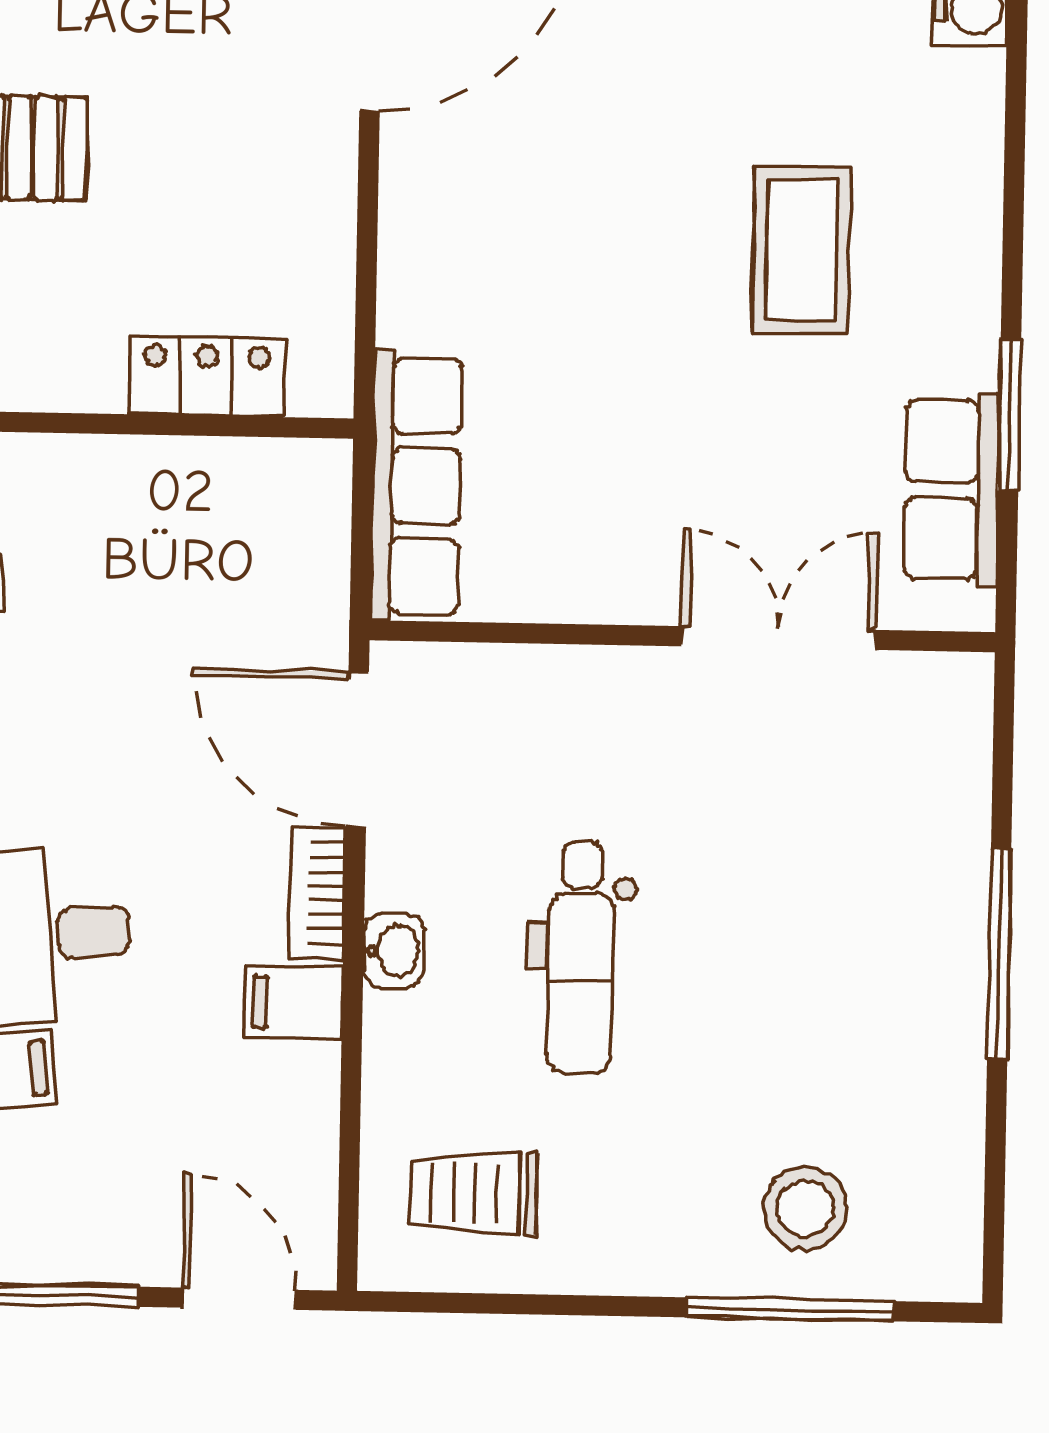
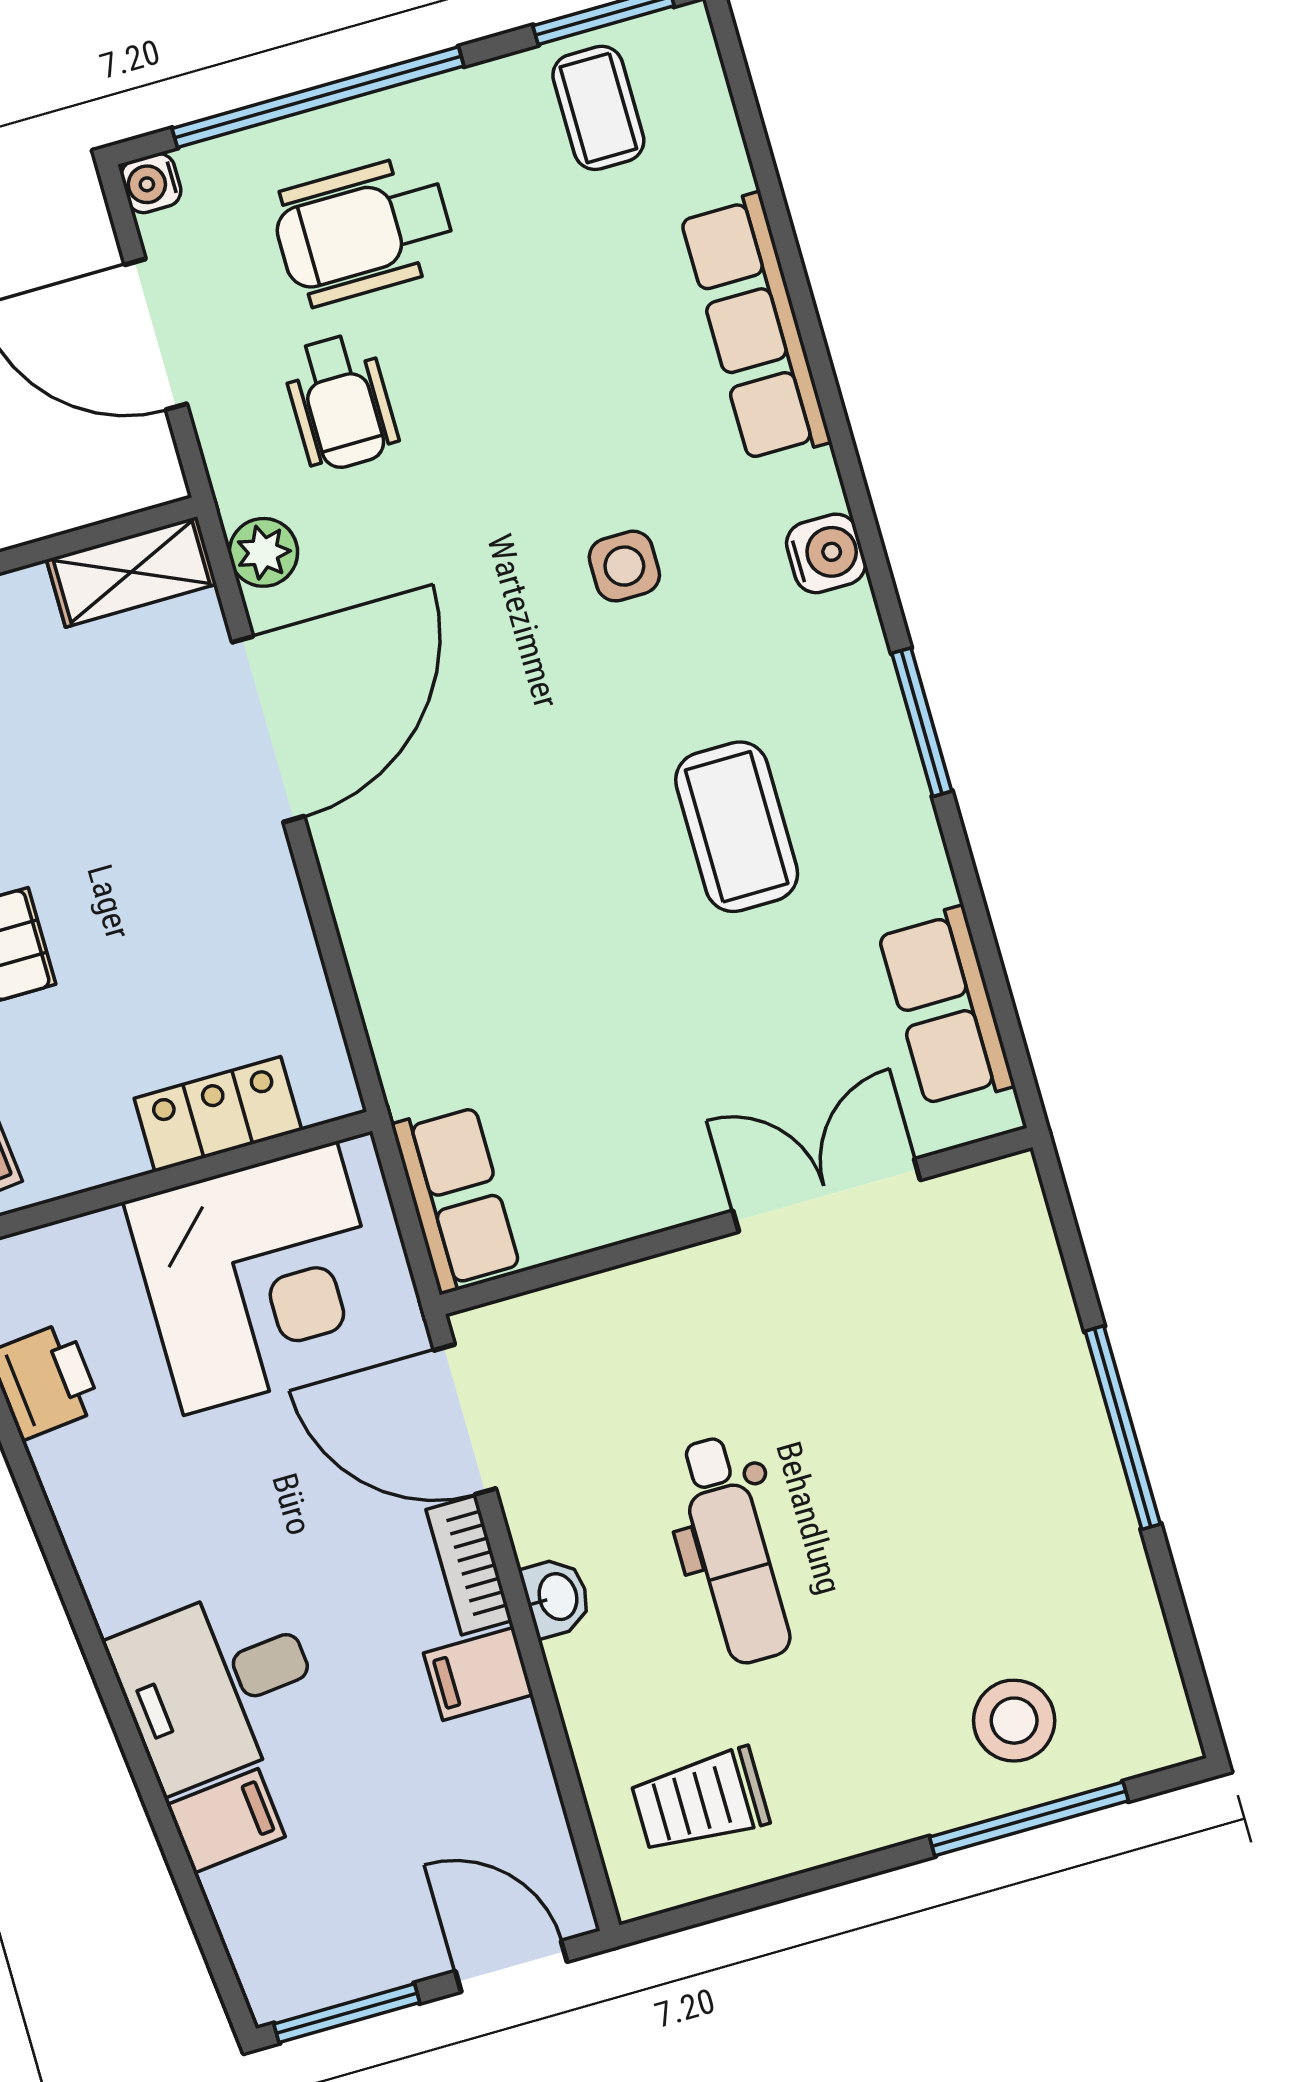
window: (1010, 414) -> (922, 722), moved
row of seats: (416, 486) -> (456, 1198), width x0.68
corner desk: (199, 550) -> (260, 1278), added

